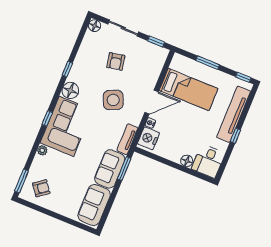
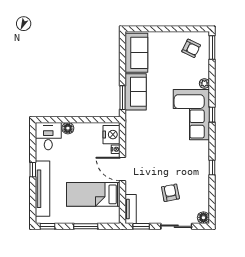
floor lamp: (70, 90) -> (201, 149), removed
side table: (113, 100) -> (158, 156), removed
door: (152, 102) -> (122, 169), hinge flipped
tv unit: (127, 139) -> (131, 209), moved
armchair: (41, 188) -> (191, 48), turned -117

